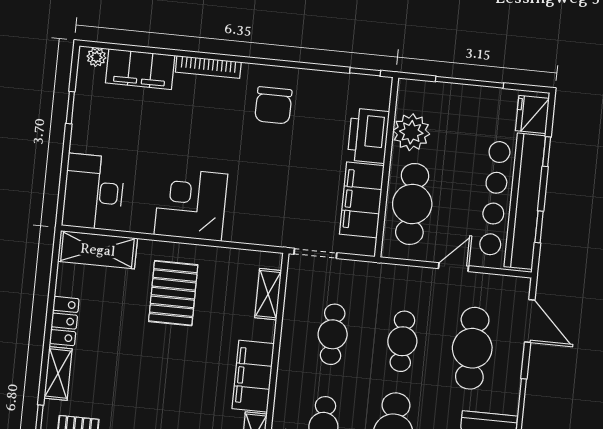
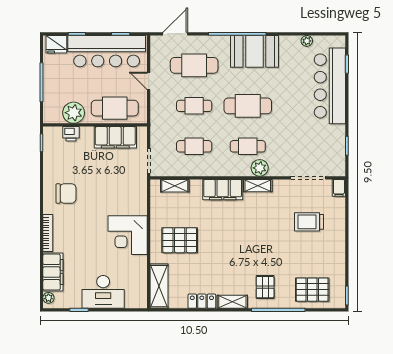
printer: (368, 136) -> (71, 134), width x0.53, depth x0.68
desk: (93, 192) -> (103, 292), moved

